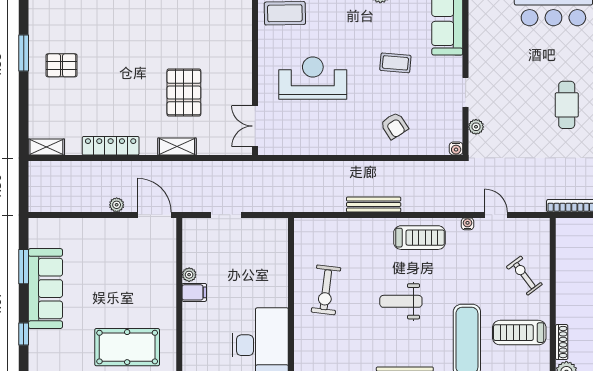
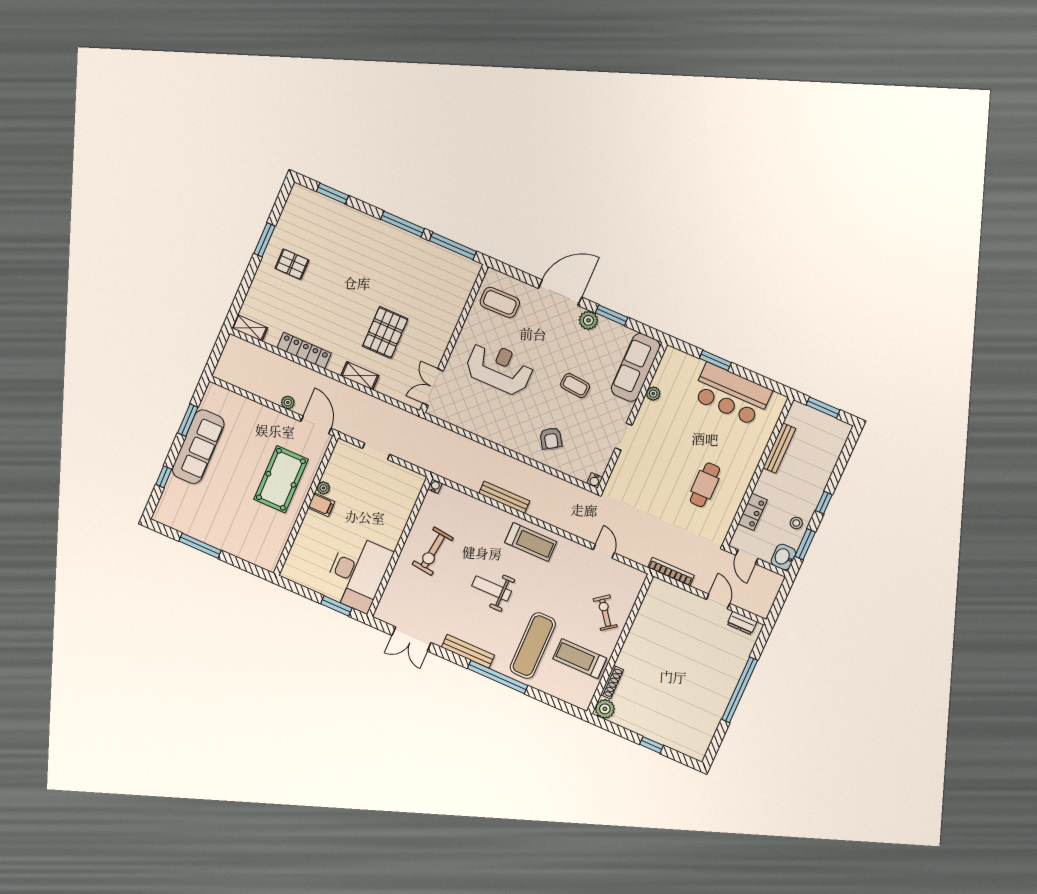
plant: (476, 127) -> (653, 394), moved
water cooler: (467, 224) -> (435, 486), moved
pool table: (127, 347) -> (281, 479), moved, turned 90

